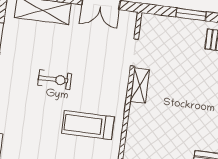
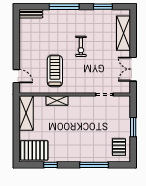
shelving: (140, 86) -> (57, 100), moved

